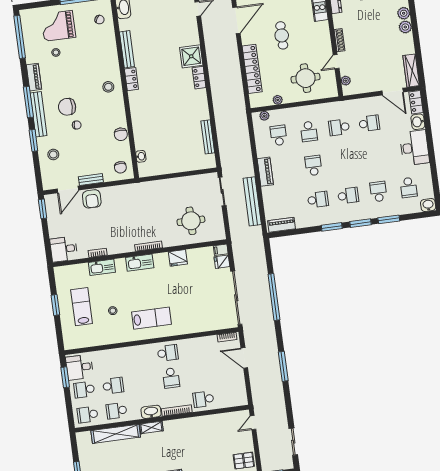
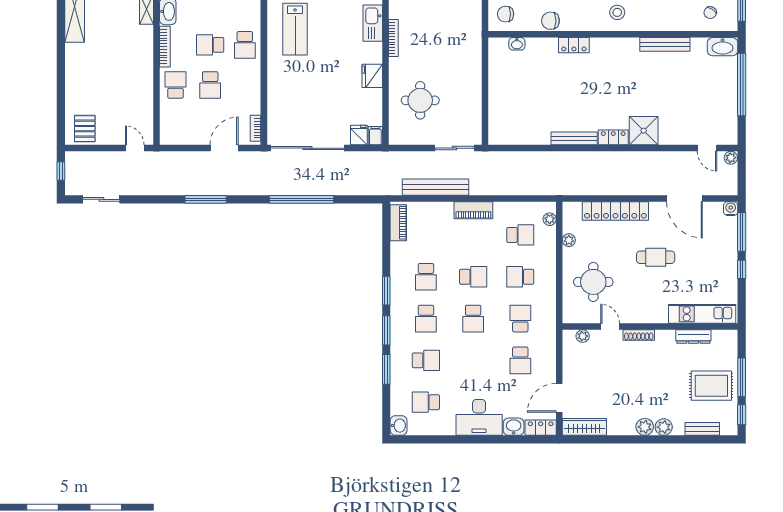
locker: (131, 79) -> (574, 45), moved
bench: (208, 137) -> (574, 138), moved
school desk: (344, 161) -> (473, 319), added
school desk: (200, 374) -> (210, 85), added

